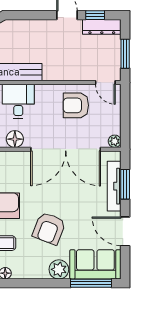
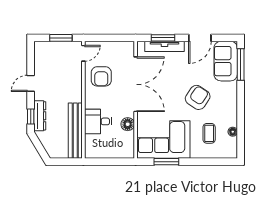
window: (95, 15) -> (31, 117), moved
dresser: (102, 27) -> (40, 116), moved
plant: (115, 141) -> (129, 46), removed
armchair: (49, 228) -> (198, 97), turned -77
plant: (59, 269) -> (230, 90), removed

